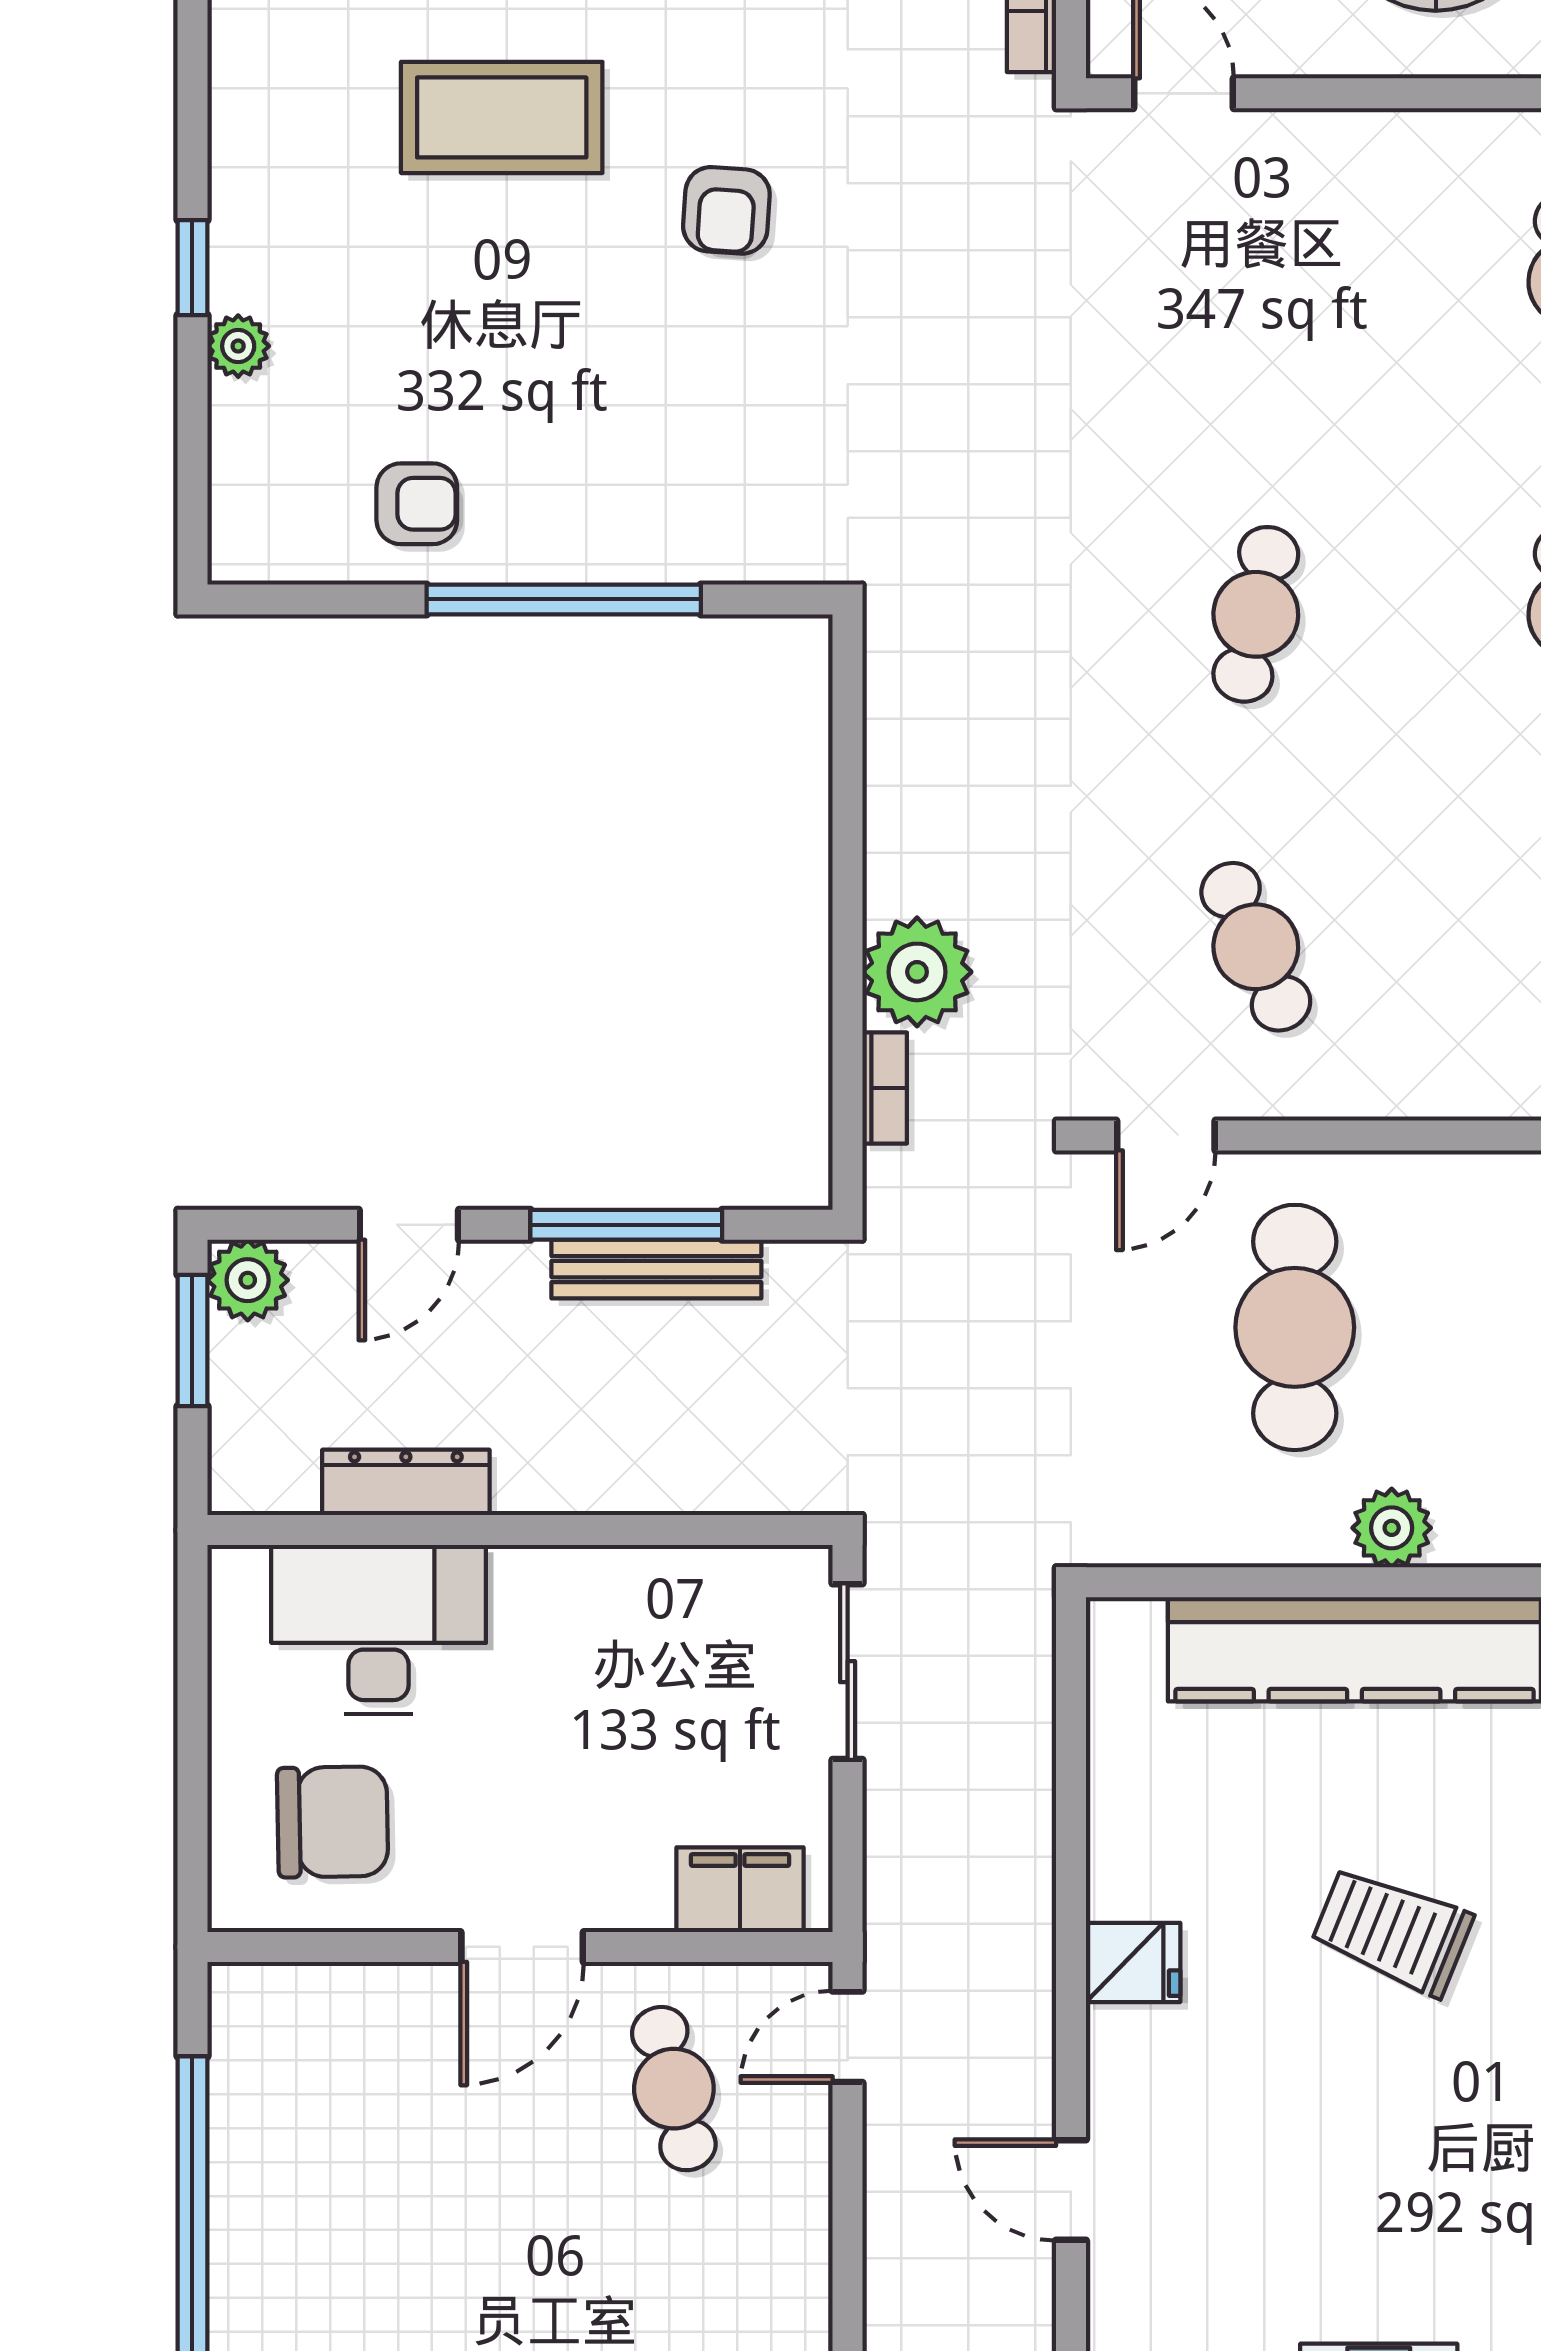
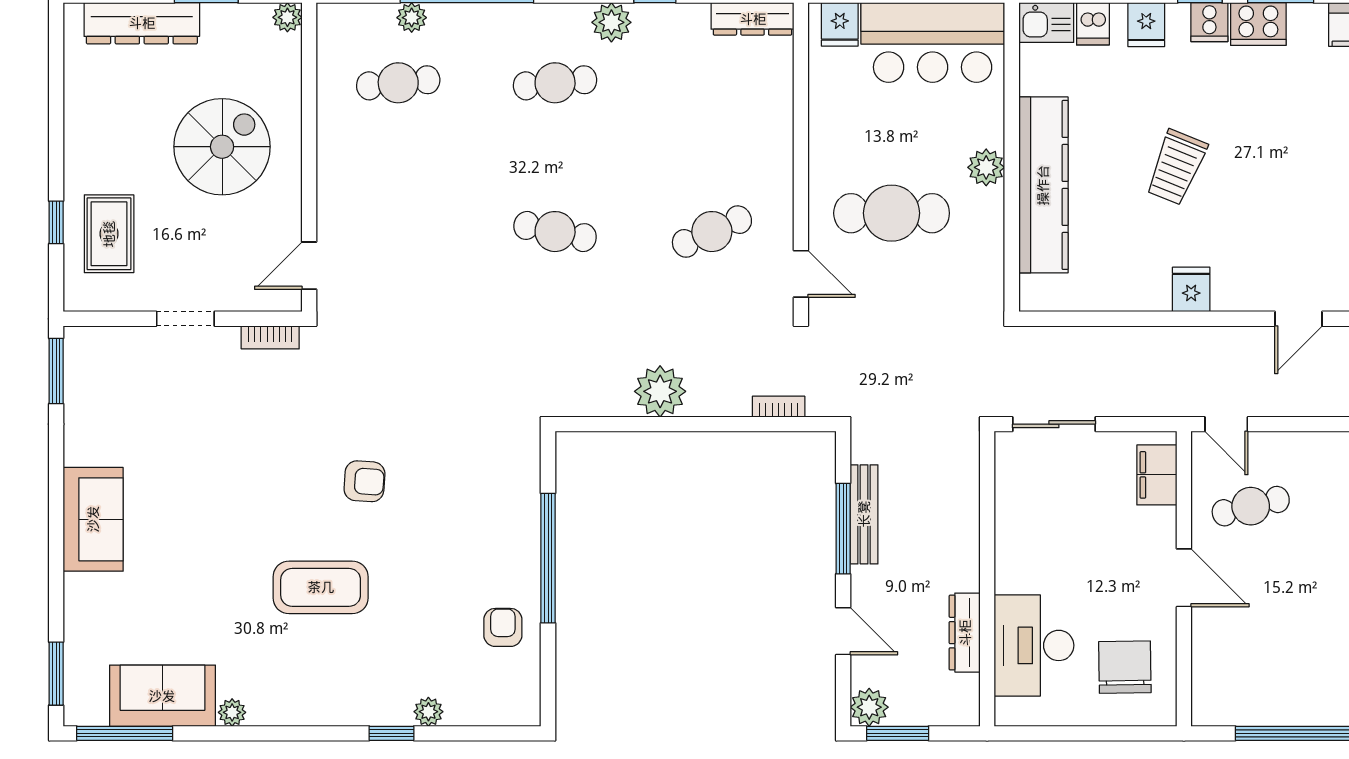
coffee table: (502, 117) -> (321, 587), turned 90
plant: (917, 972) -> (660, 391), moved

